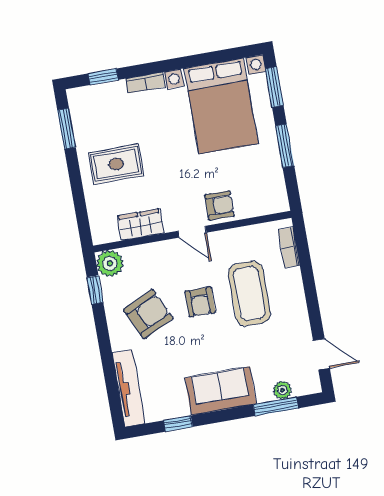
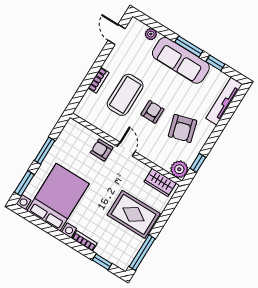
window: (67, 129) -> (142, 253), width x1.44
rug: (116, 164) -> (134, 214), width x1.36, depth x1.43
wardrobe: (140, 225) -> (160, 182), moved
bookcase: (289, 247) -> (98, 80), moved
armchair: (148, 314) -> (183, 128), turned -81
sofa: (221, 391) -> (181, 60), width x1.36
window: (276, 406) -> (189, 46), moved

